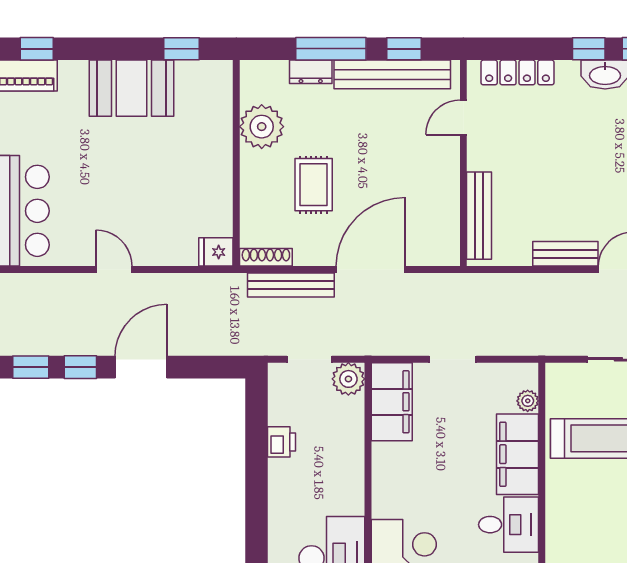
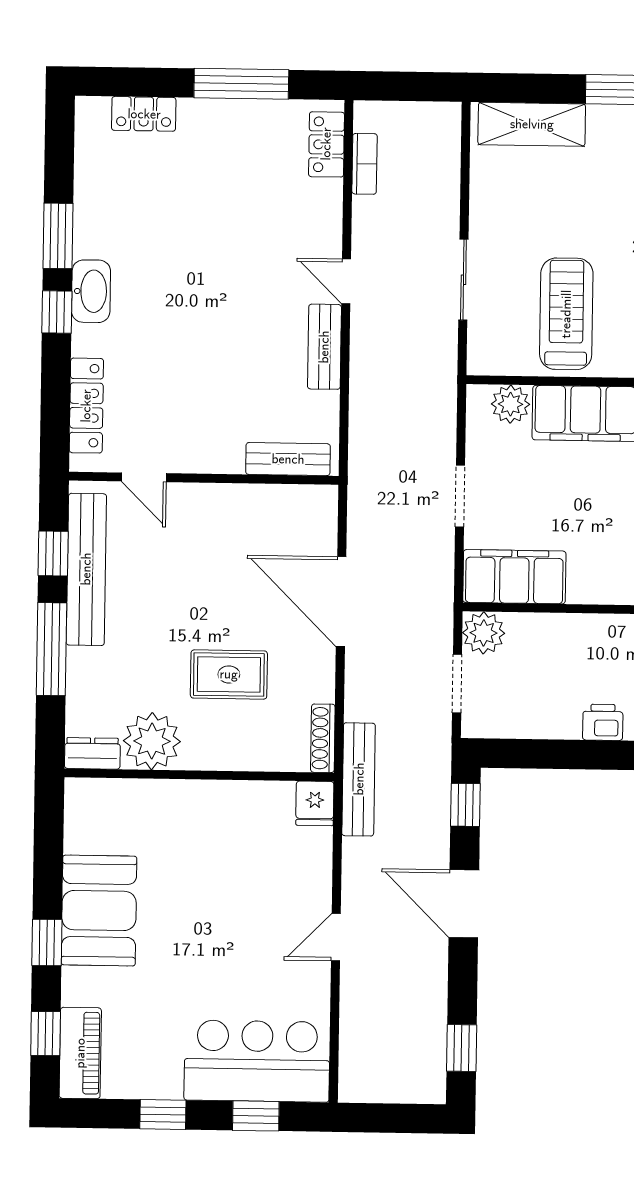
window: (182, 49) -> (47, 942), moved
dresser: (311, 72) -> (92, 753), moved, turned -90
bench: (479, 216) -> (288, 459), width x0.73
bench: (291, 285) -> (359, 779), moved
window: (80, 367) -> (465, 805), moved
plant: (528, 401) -> (511, 404), width x1.38, depth x1.38
printer: (282, 442) -> (603, 722), moved

